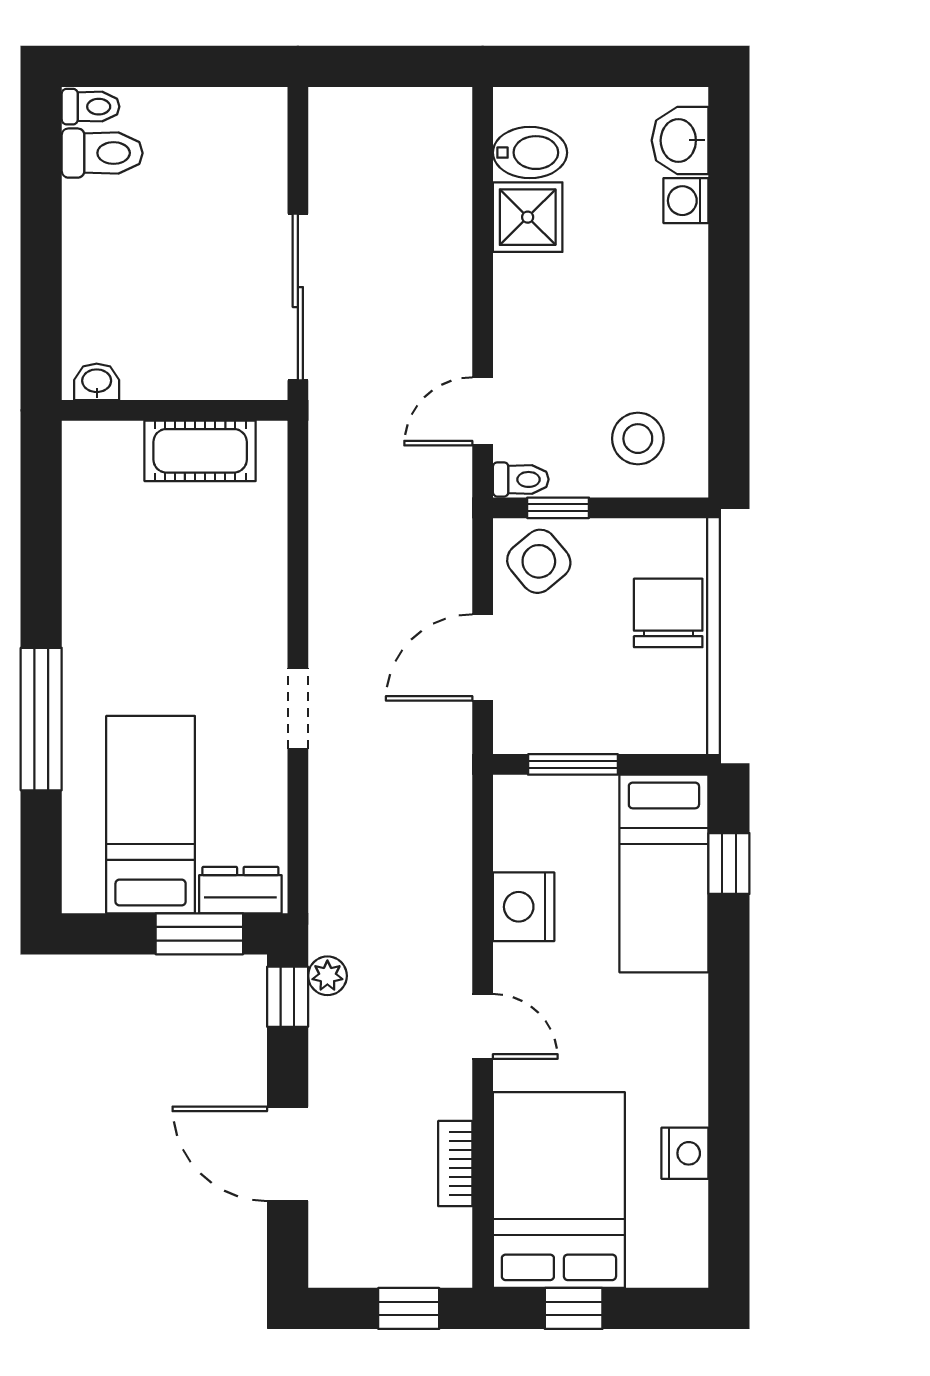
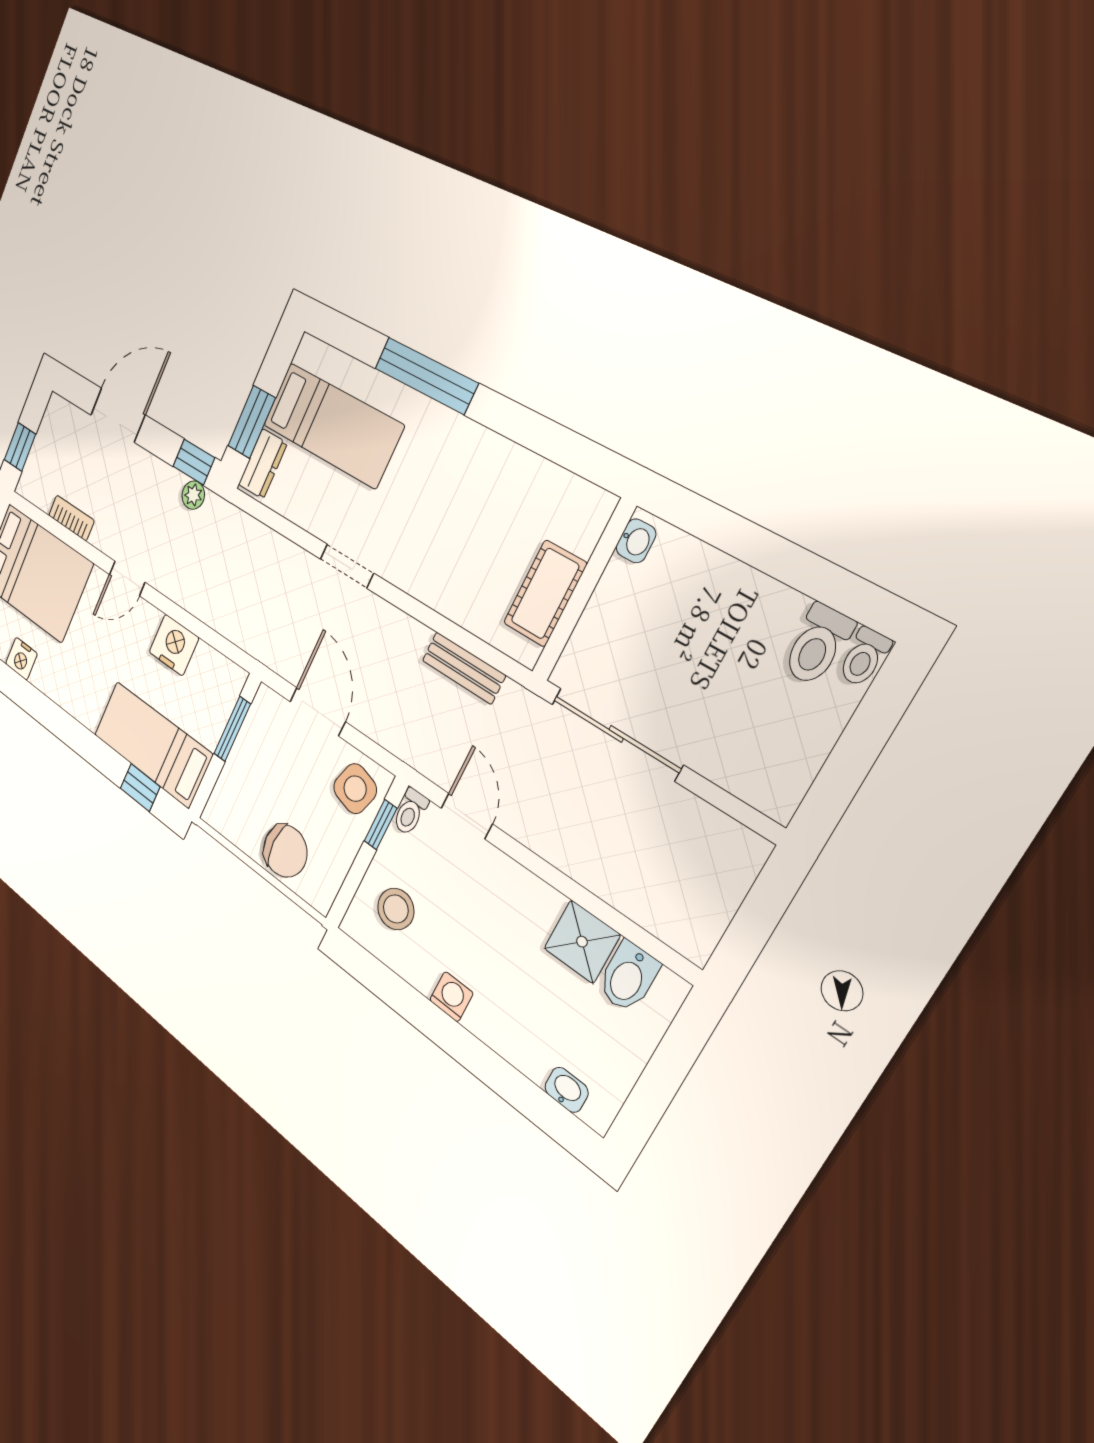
washbasin: (680, 140) -> (567, 1090), width x0.72, depth x0.69
washing machine: (686, 201) -> (451, 997), moved
bench: (329, 501) -> (464, 668), added
side table: (539, 561) -> (355, 789), turned -34

